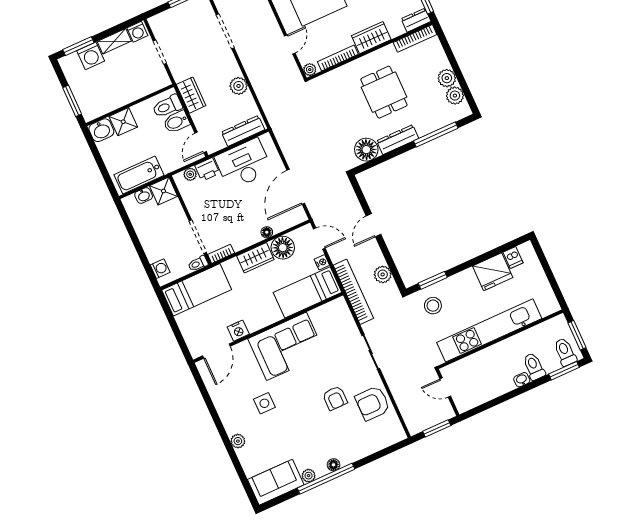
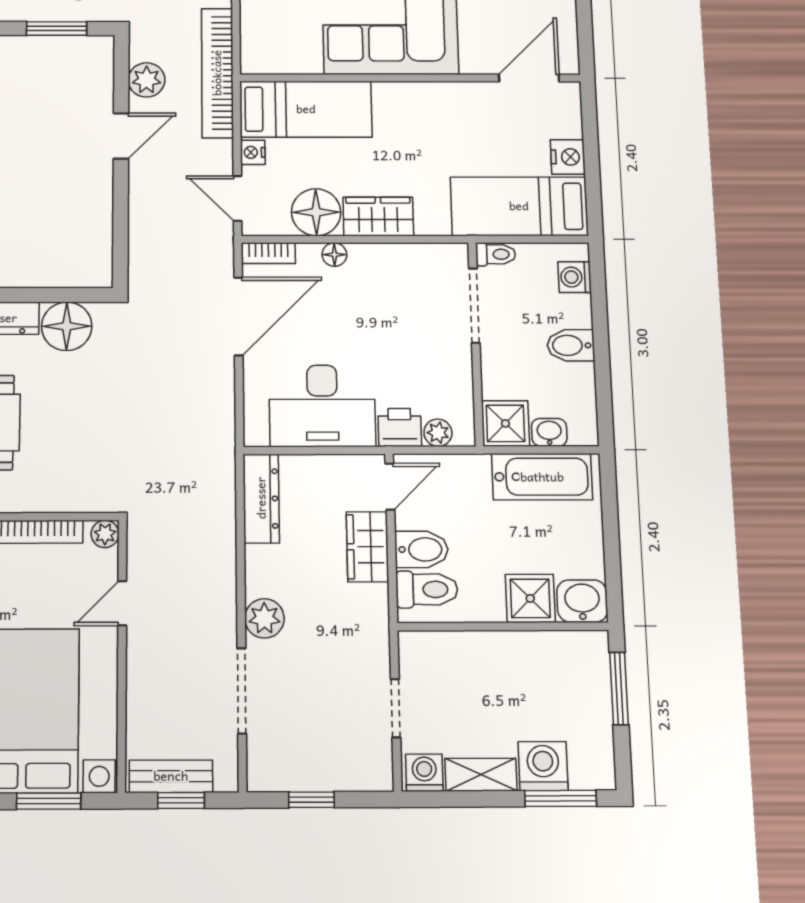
plant: (239, 86) -> (264, 618), moved
wardrobe: (191, 95) -> (367, 547), moved
dresser: (243, 131) -> (261, 498), moved, turned -90
door: (374, 225) -> (121, 136), moved
bidet: (150, 238) -> (571, 345), added
bookcase: (221, 254) -> (268, 253), moved
nightstand: (238, 331) -> (568, 157), moved, turned 90

